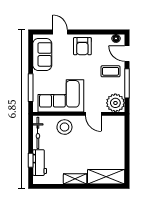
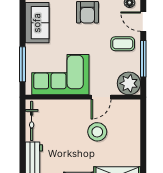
door: (93, 114) -> (101, 97), hinge flipped
stool: (64, 127) -> (97, 132), moved
window: (31, 160) -> (22, 155), removed

